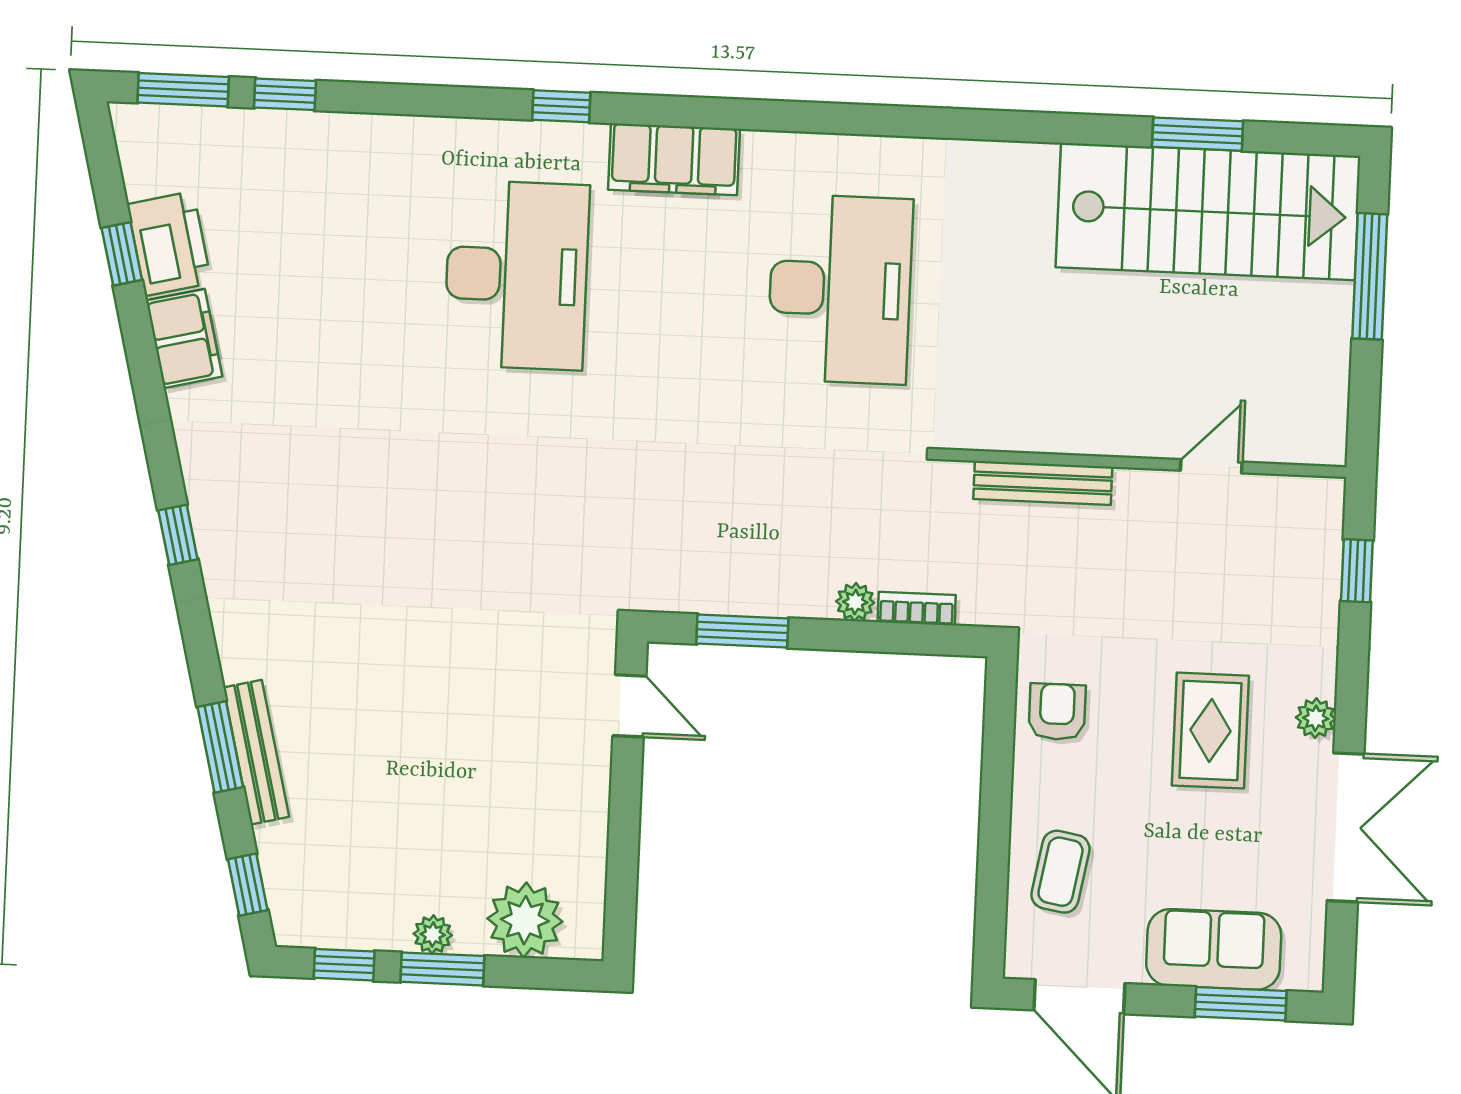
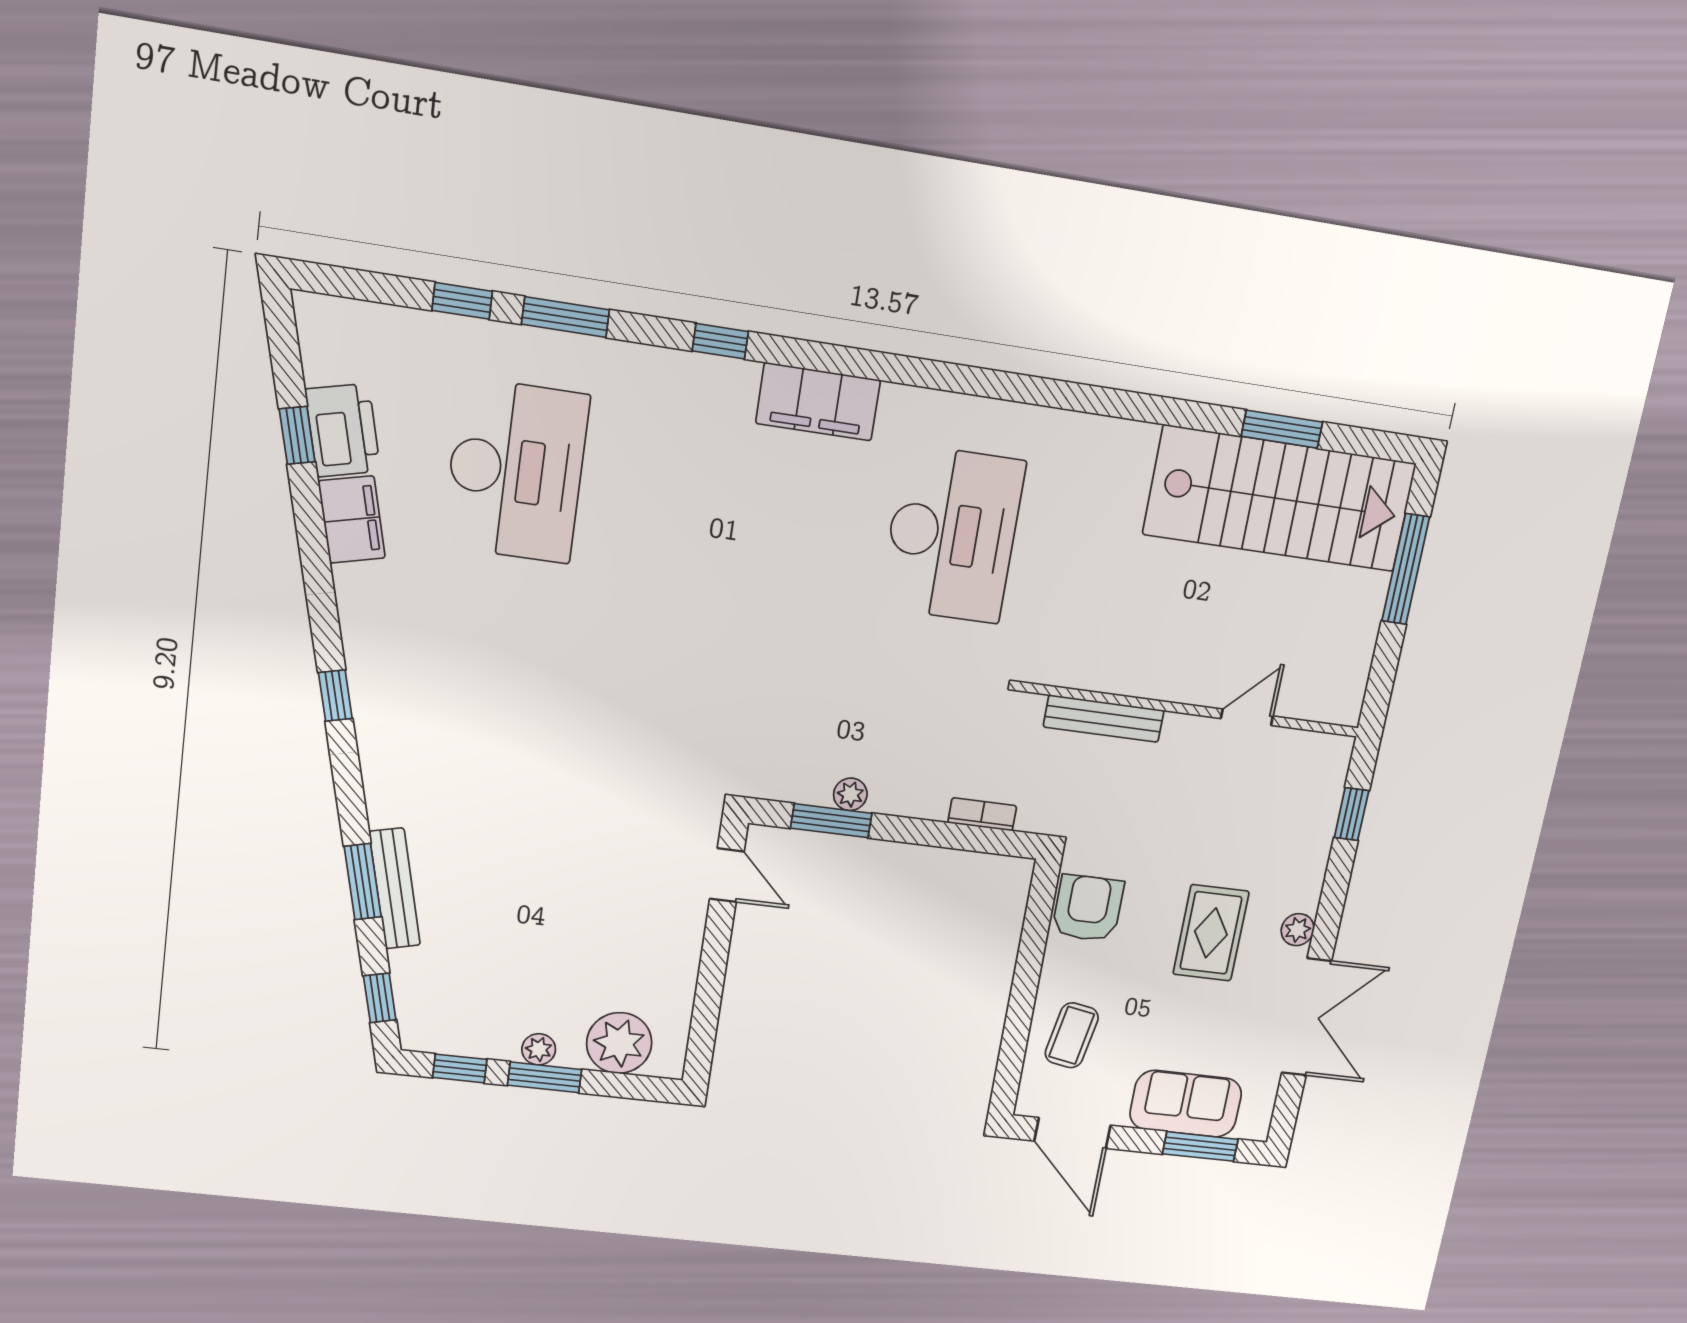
window: (183, 90) -> (566, 317), moved
desk: (517, 275) -> (516, 471), moved
plant: (855, 602) -> (850, 794), moved
armchair: (1057, 712) -> (1088, 908), width x1.38, depth x1.38

